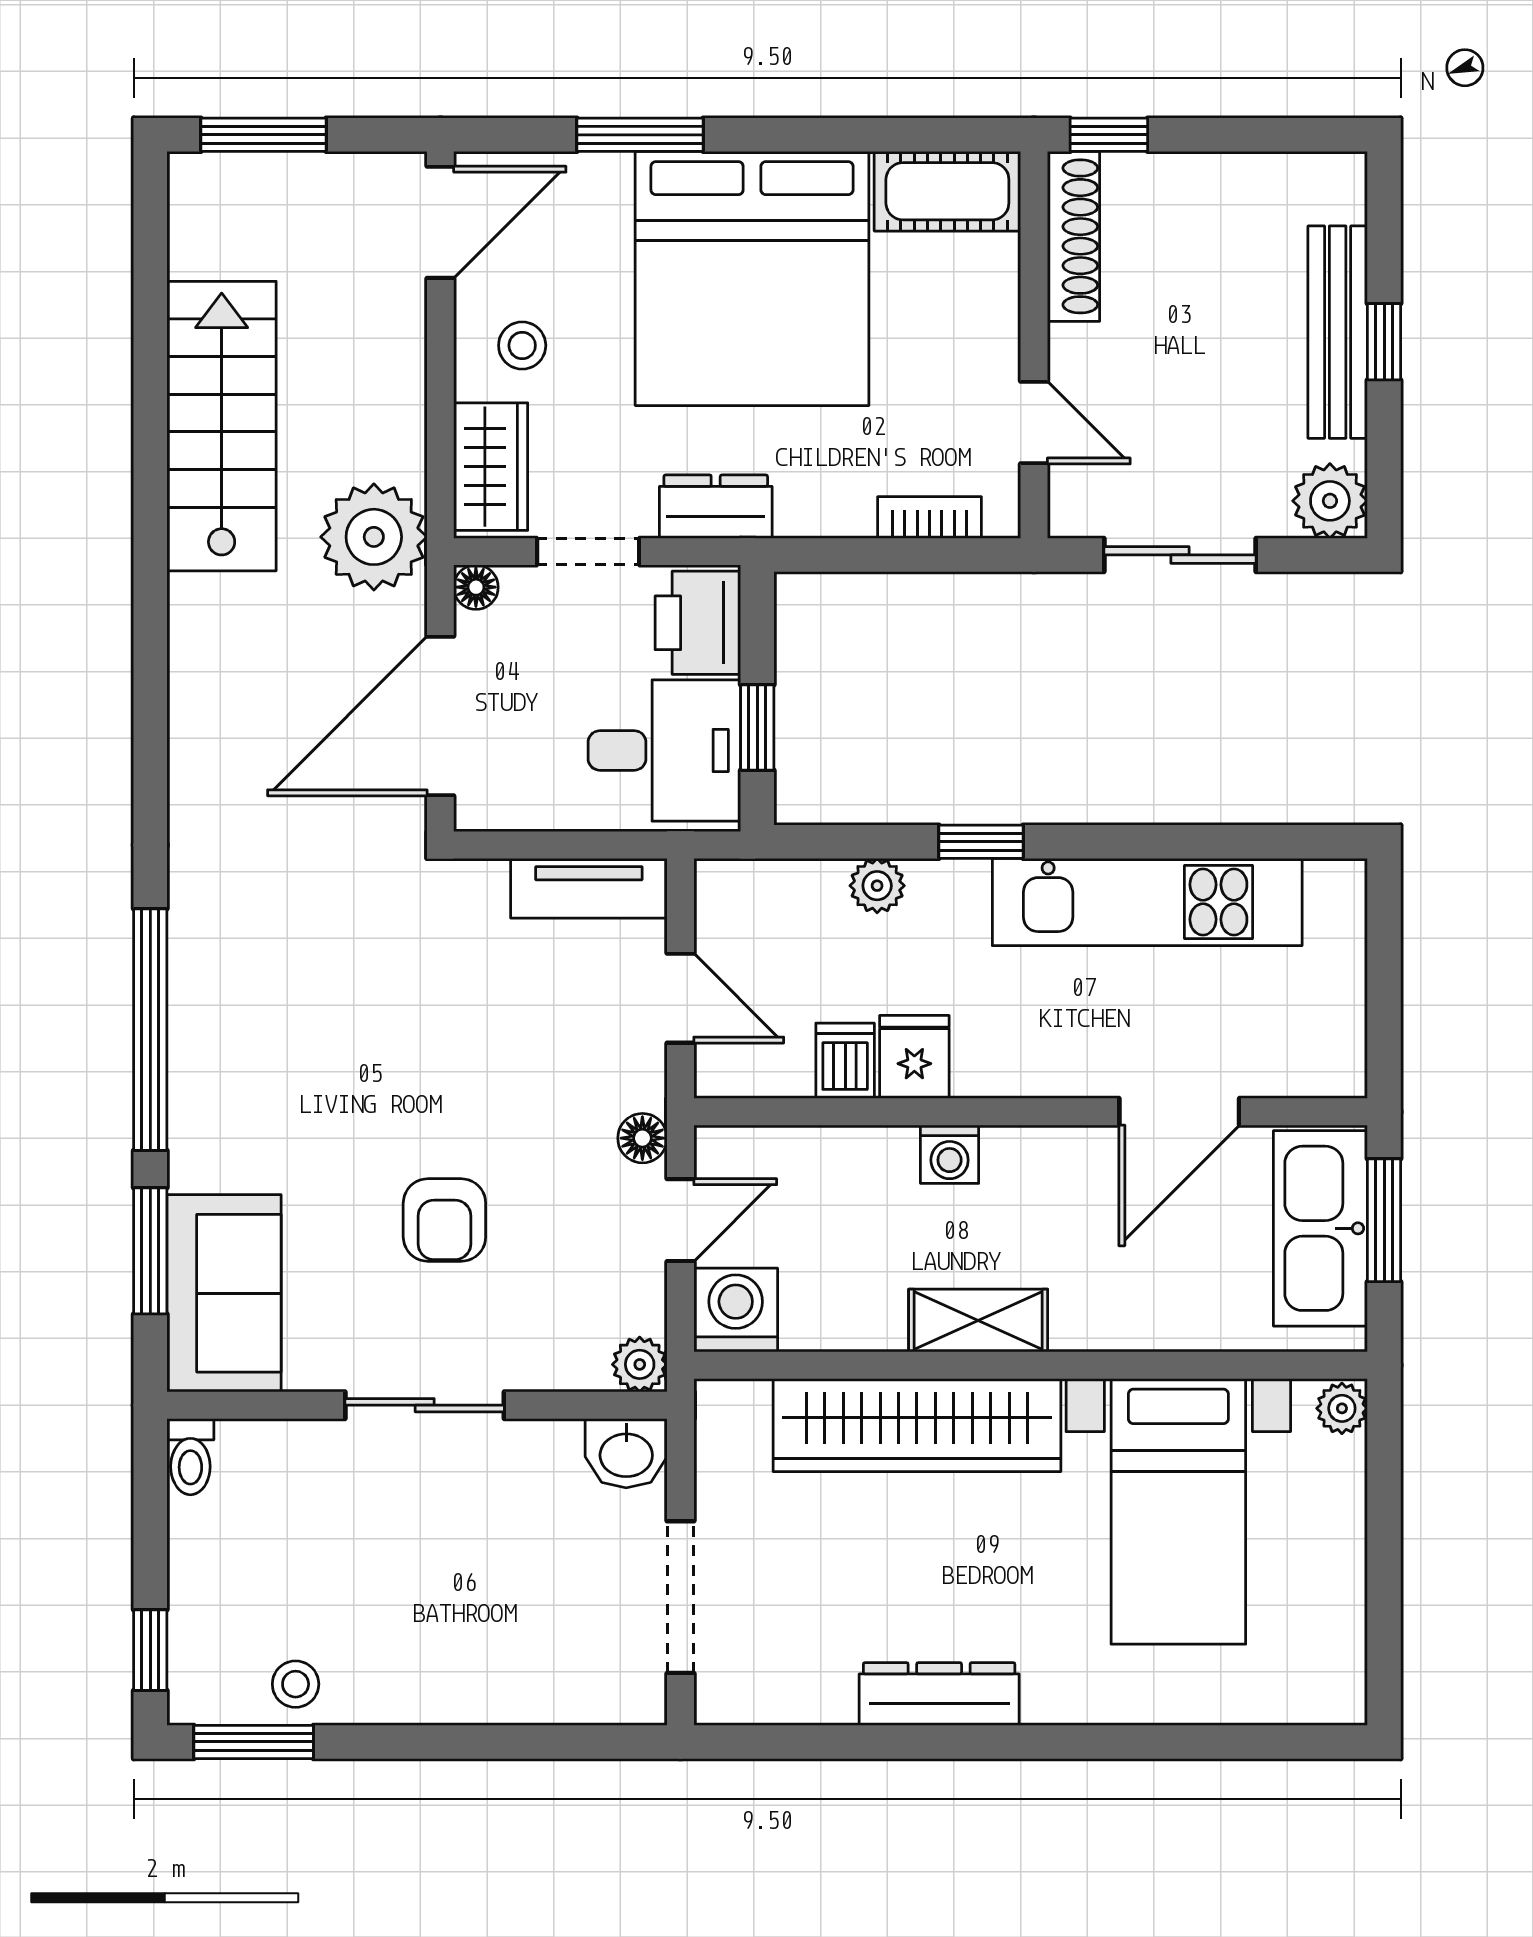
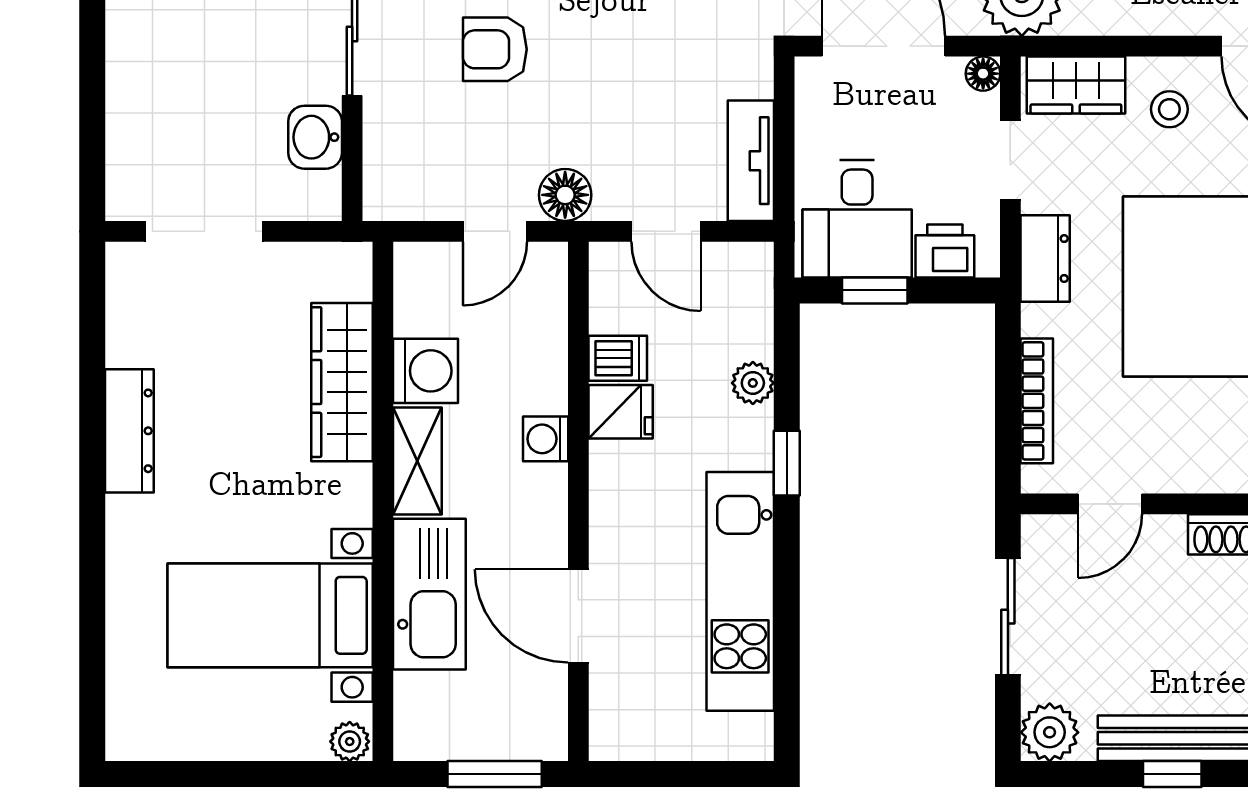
bookcase: (929, 517) -> (1037, 401), width x1.56
printer: (698, 623) -> (945, 251), width x0.73, depth x0.81
door: (680, 998) -> (666, 231), hinge flipped
floor lamp: (642, 1138) -> (565, 195), width x1.37, depth x1.37
door: (680, 1220) -> (495, 231), hinge flipped
kitchen sink: (1320, 1228) -> (429, 594), moved, turned 90
washing machine: (736, 1310) -> (426, 371), moved
plant: (640, 1364) -> (384, 200), removed
wardrobe: (917, 1425) -> (342, 382), width x0.71, depth x0.85
washbasin: (626, 1453) -> (315, 137), moved

